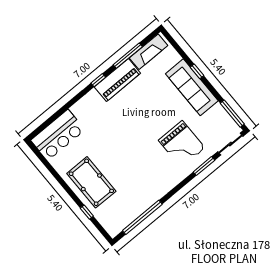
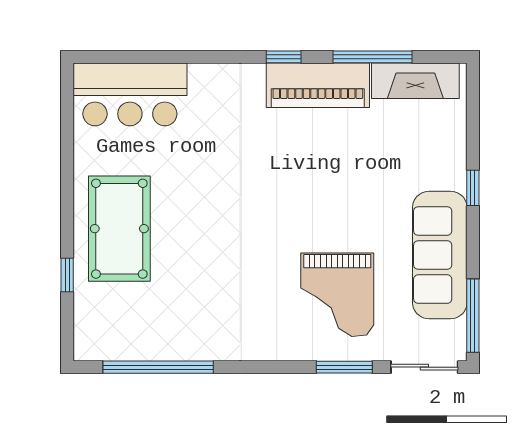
sofa: (192, 87) -> (440, 255), moved

